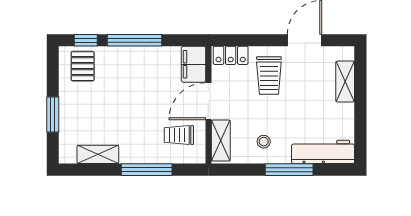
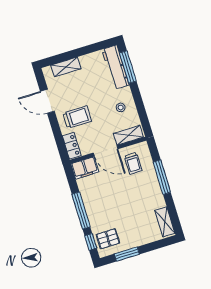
window: (53, 114) -> (127, 254), moved
shelving: (98, 154) -> (165, 222), moved
window: (289, 170) -> (128, 67), moved

